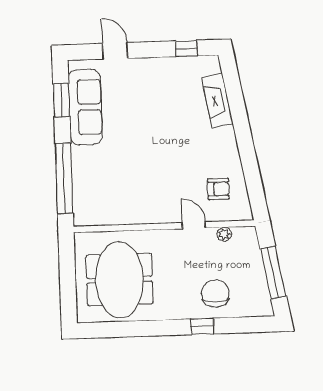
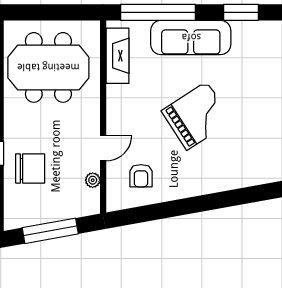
fireplace: (217, 101) -> (118, 56), moved, turned 100
sofa: (85, 107) -> (191, 37), moved
grand piano: (160, 138) -> (197, 116), added

